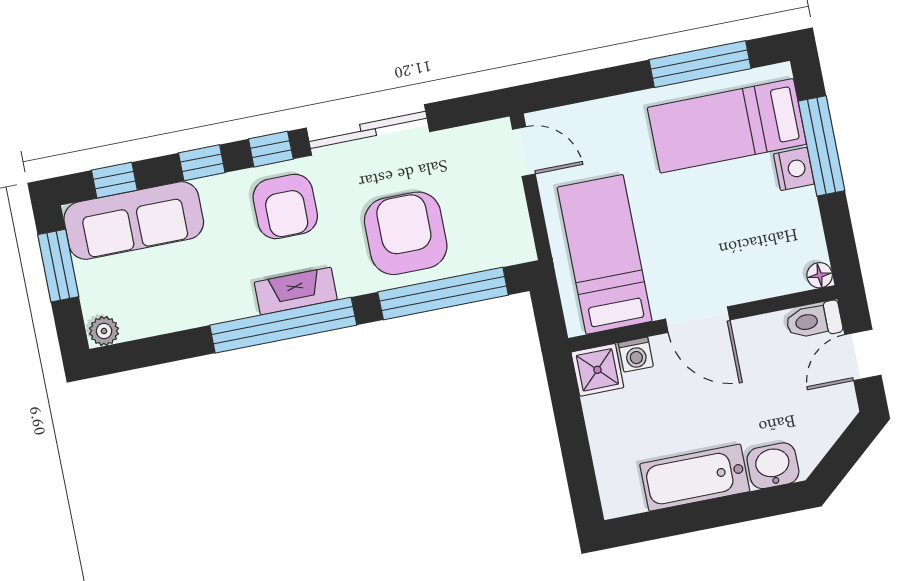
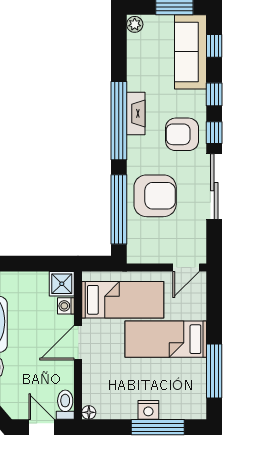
bed: (727, 126) -> (166, 339), moved, turned -90
fireplace: (296, 291) -> (136, 113), moved

